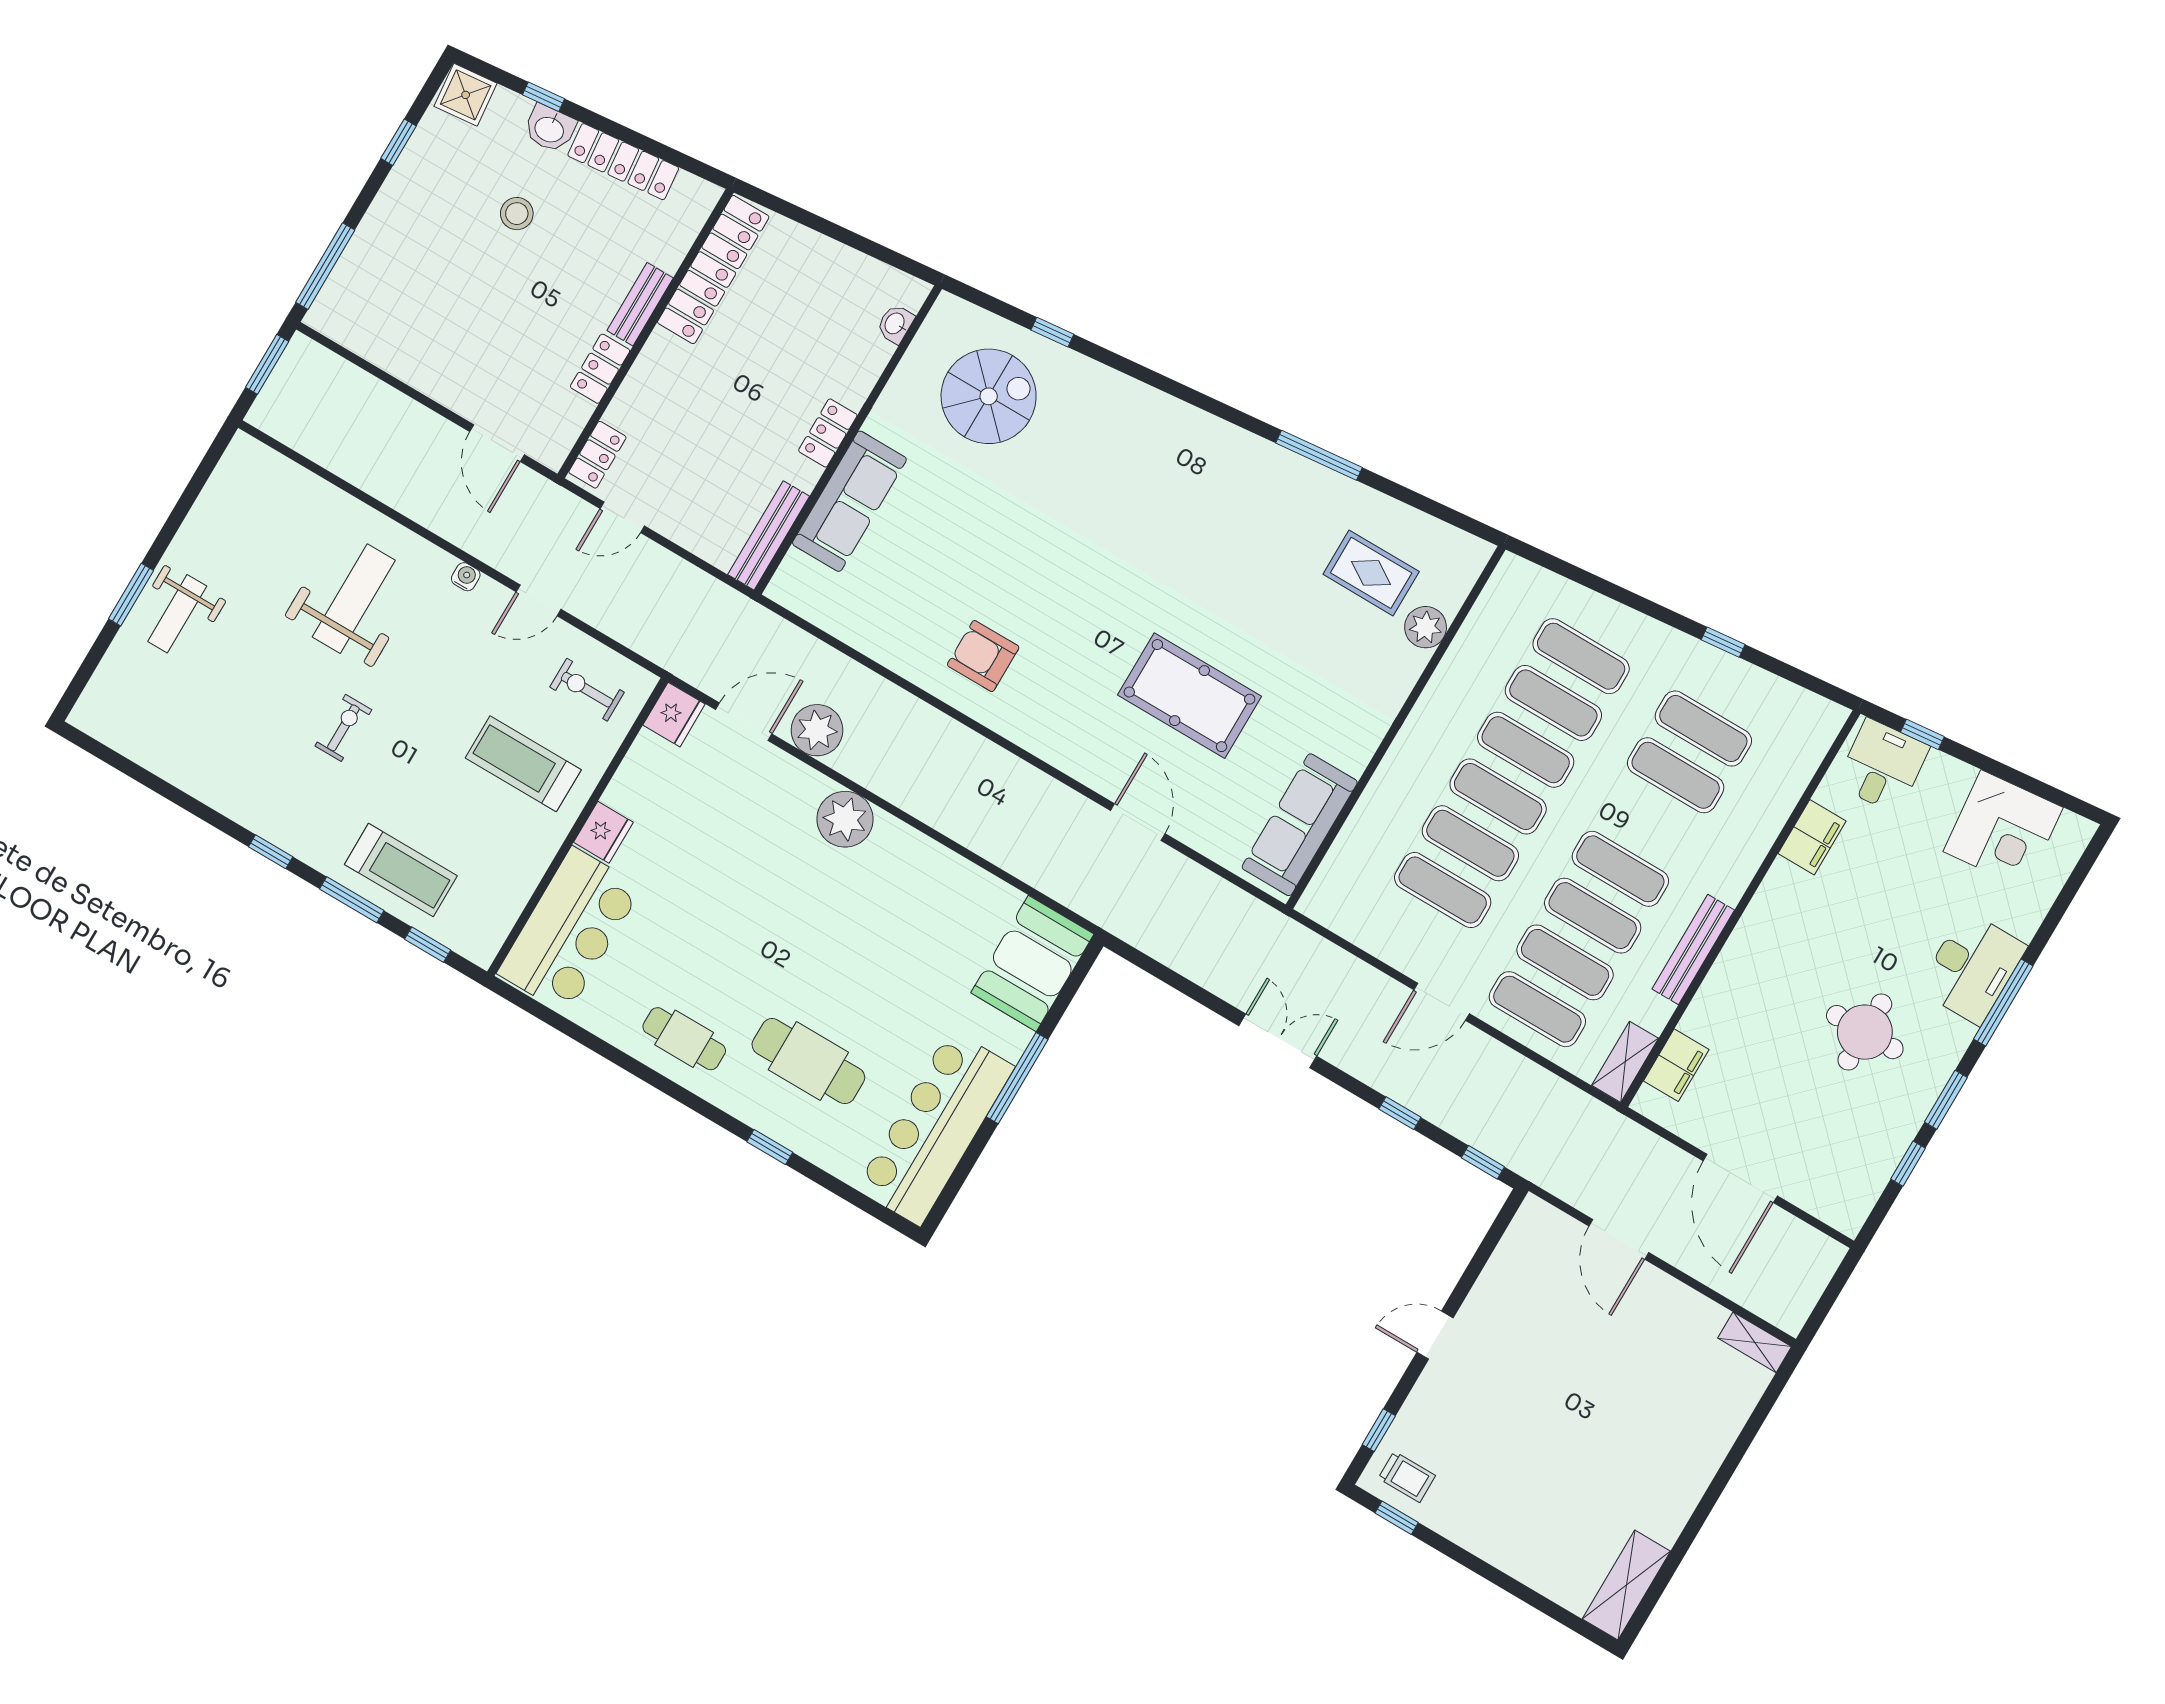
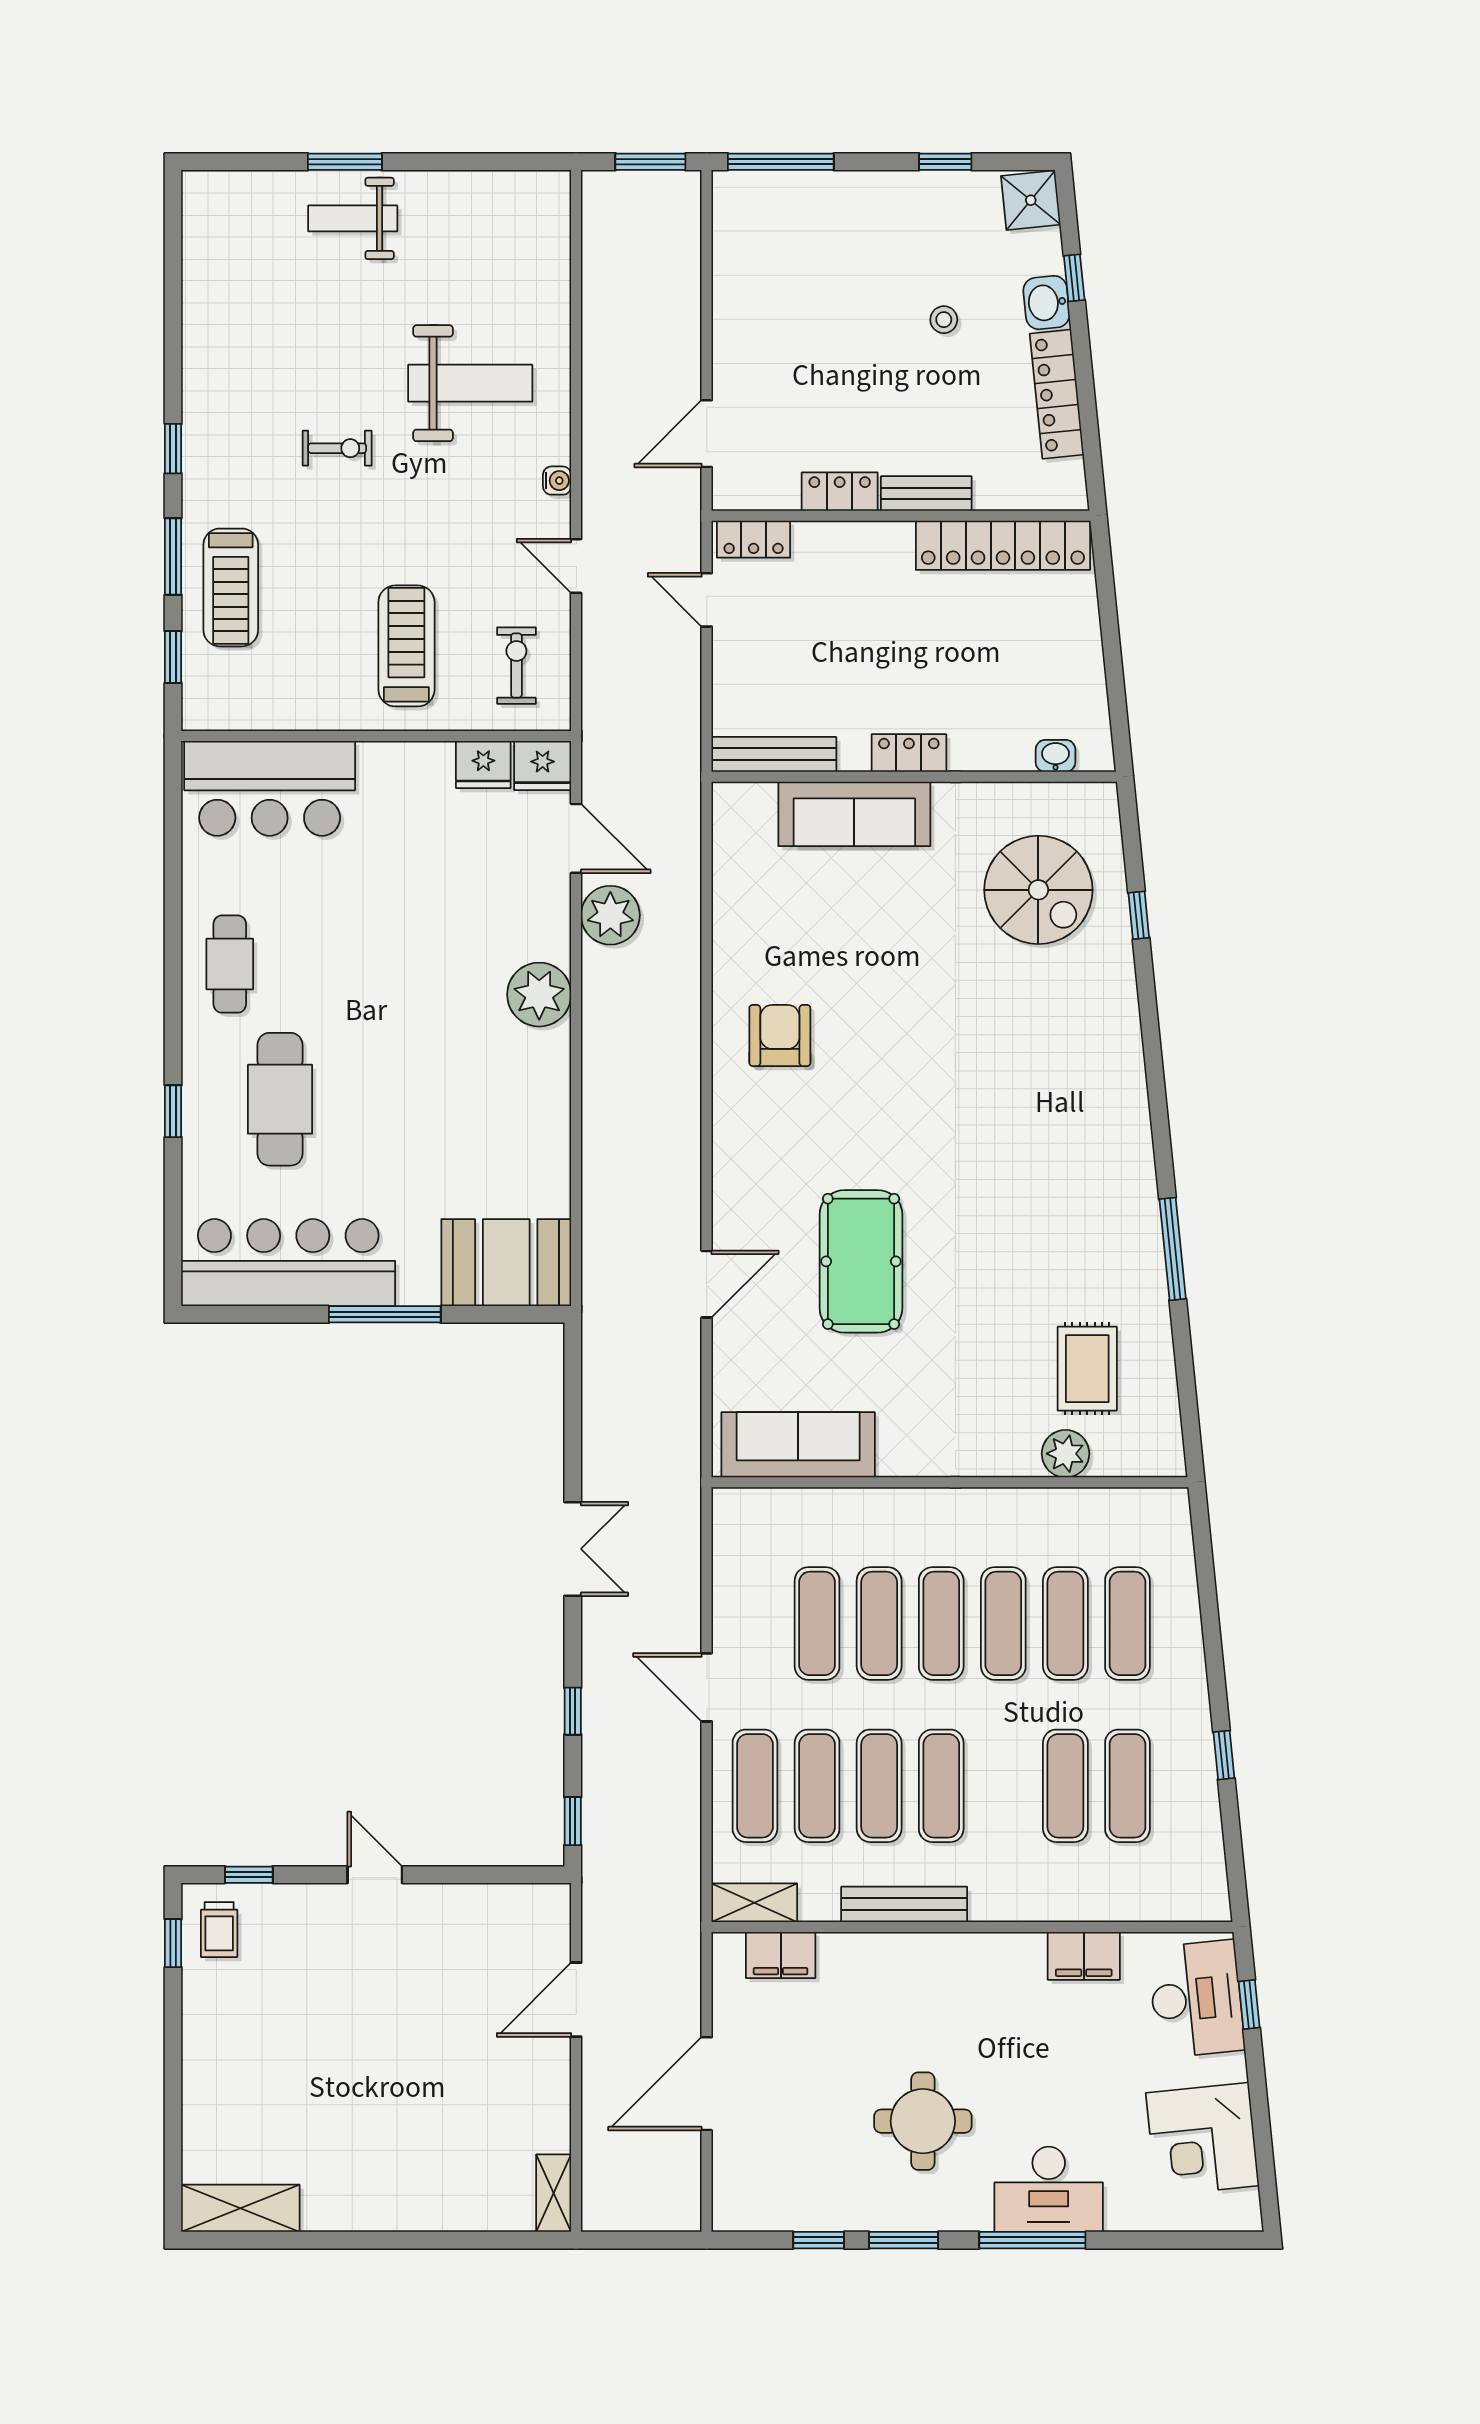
stool: (517, 214) -> (944, 320), width x0.73, depth x0.73
desk: (1882, 766) -> (1196, 1999), width x1.37
fridge: (603, 832) -> (483, 764), moved

